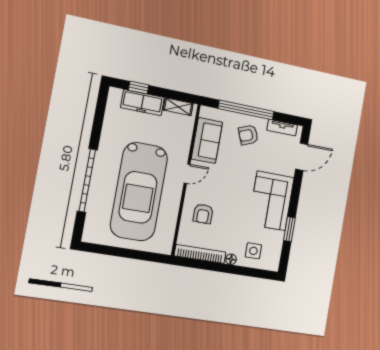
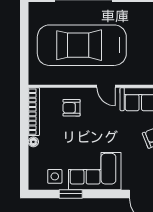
side table: (253, 251) -> (55, 176), moved

